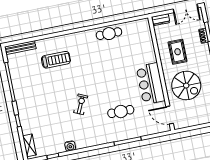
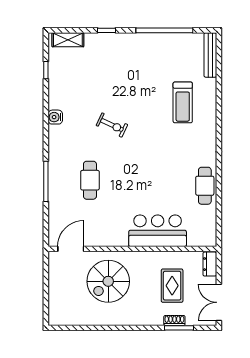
rug: (178, 52) -> (172, 286), moved, turned 90
bar counter: (150, 84) -> (158, 231), moved
water cooler: (70, 146) -> (55, 117), moved

